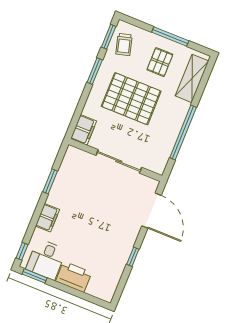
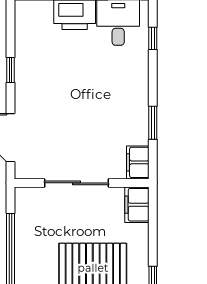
filing cabinet: (47, 218) -> (138, 162), moved
window: (22, 251) -> (153, 38), moved

